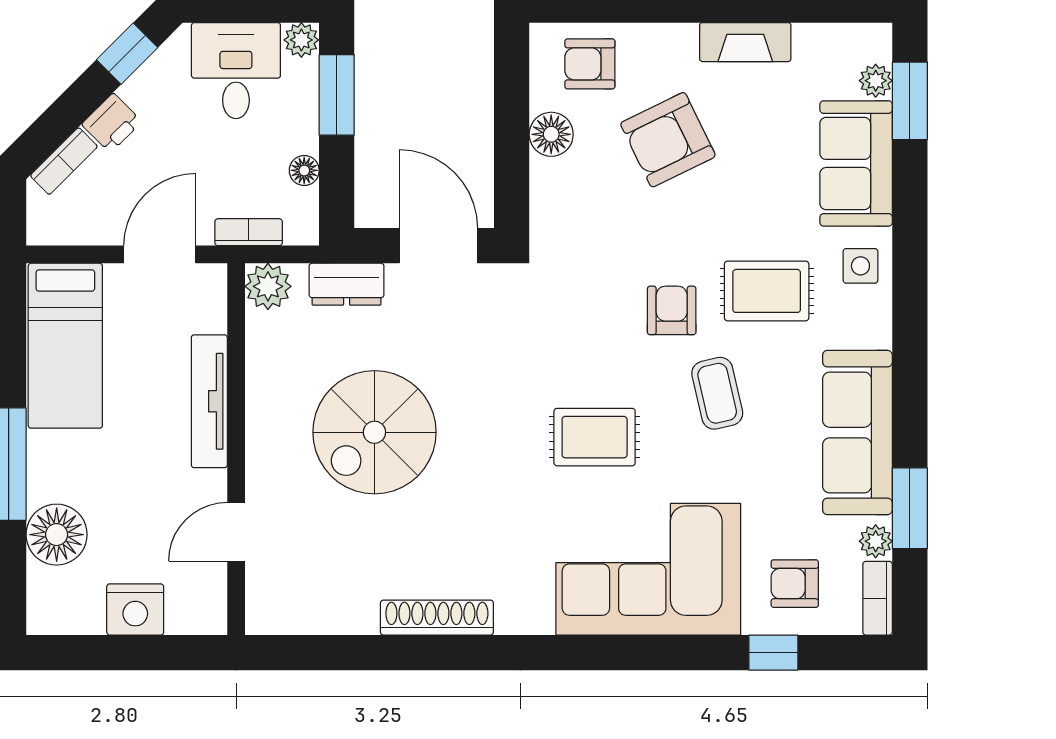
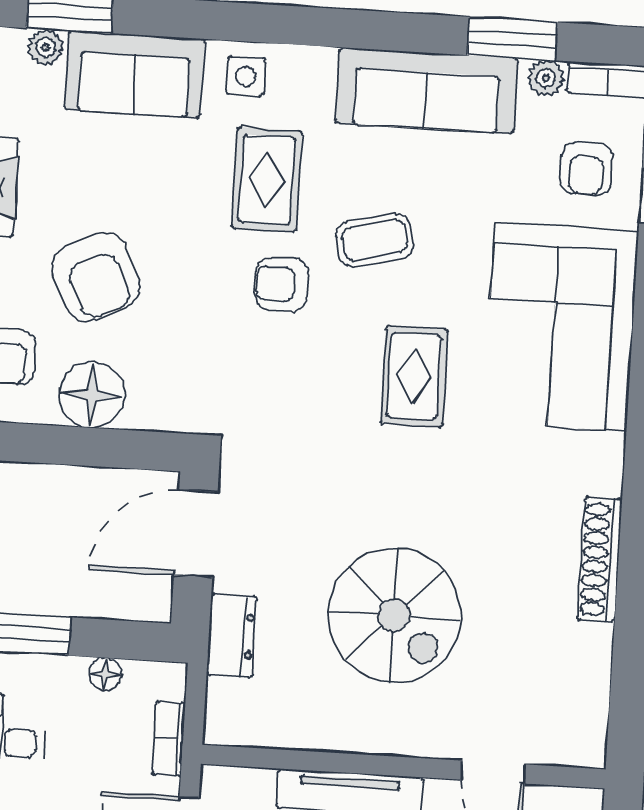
floor lamp: (551, 134) -> (92, 395), width x1.38, depth x1.38
plant: (268, 286) -> (229, 721), removed

